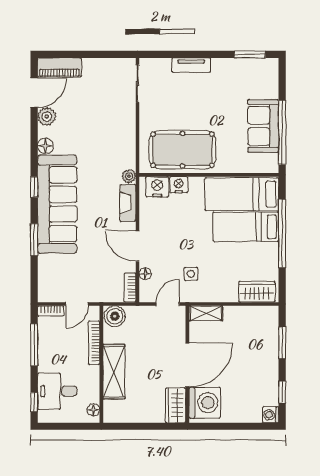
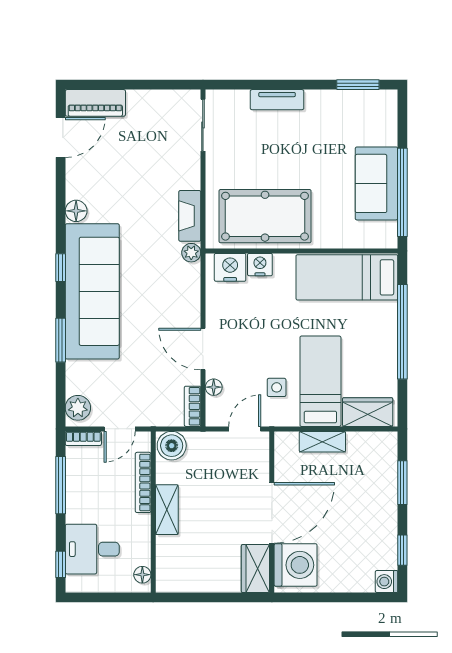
plant: (47, 117) -> (78, 408), moved
fireplace: (128, 203) -> (190, 216), moved
bed: (246, 227) -> (320, 381), moved, turned 90
shelving: (206, 313) -> (322, 442), moved
shelving: (114, 372) -> (167, 510), width x0.67, depth x0.75

